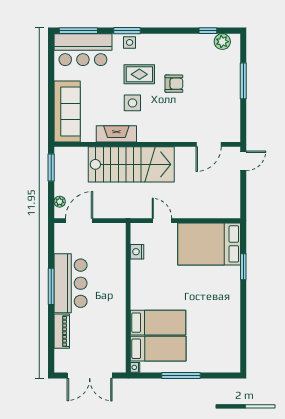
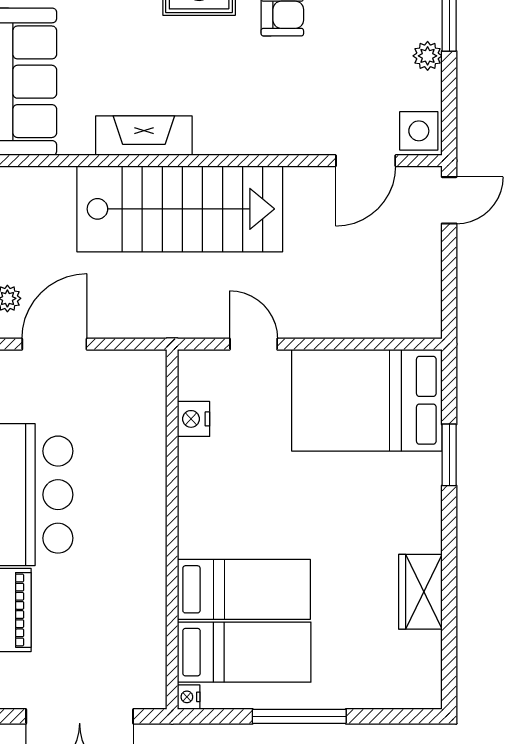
plant: (234, 101) -> (428, 56), added
side table: (132, 103) -> (419, 131), moved
wardrobe: (231, 324) -> (420, 592), added

